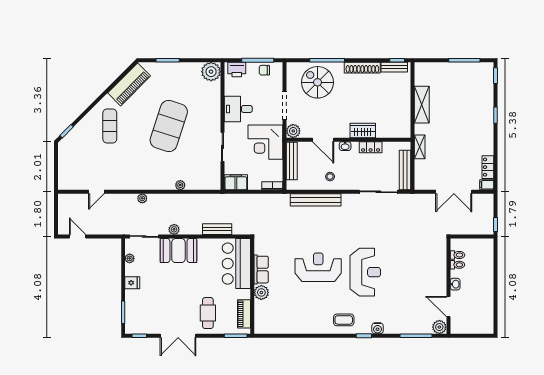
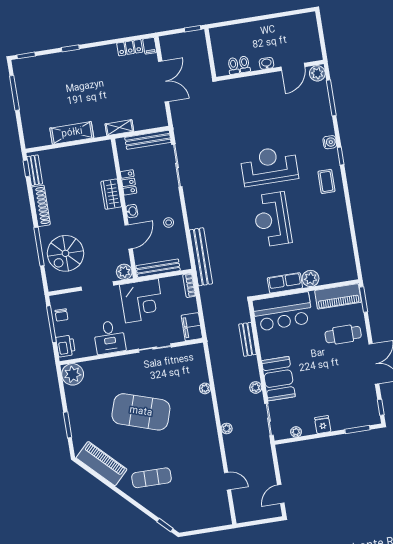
bench: (316, 200) -> (201, 257), moved
piano: (244, 314) -> (338, 296), width x1.37, depth x1.33

